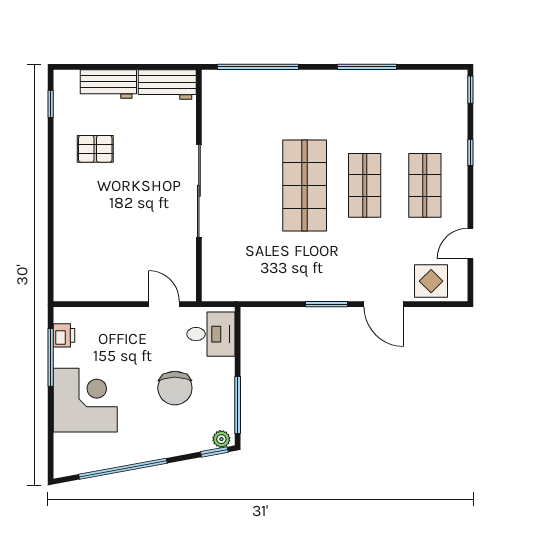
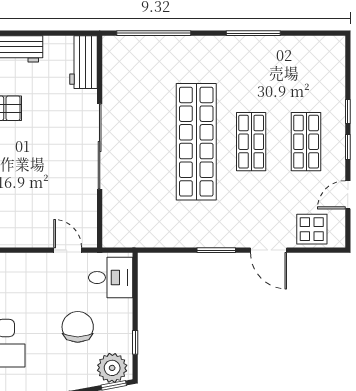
workbench: (167, 84) -> (83, 62), moved, turned 90
window: (470, 90) -> (348, 147), moved
shop shelf: (305, 185) -> (196, 142), width x1.40
chair: (175, 388) -> (78, 327), turned 180
window: (238, 405) -> (135, 342), width x0.46
plant: (221, 439) -> (112, 368), width x1.87, depth x1.87

